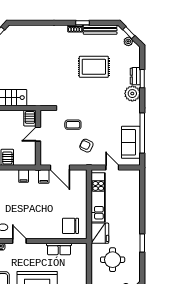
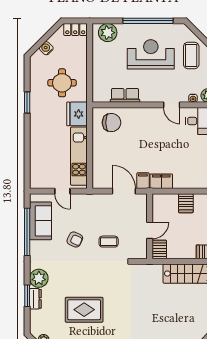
armchair: (86, 146) -> (75, 240), moved
filing cabinet: (24, 176) -> (161, 181), width x2.00

